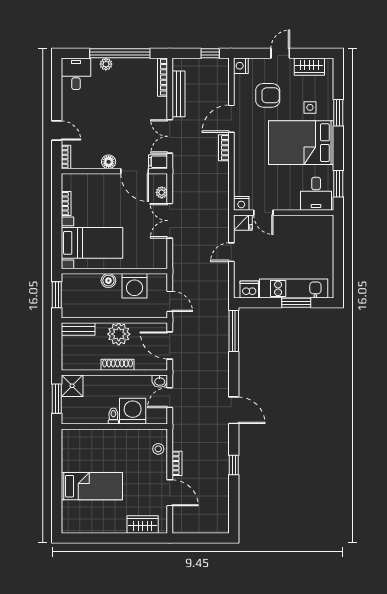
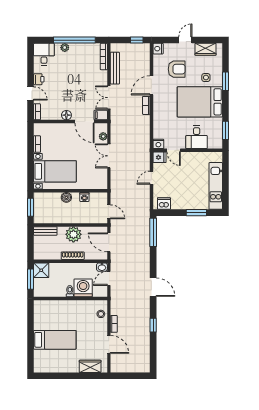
printer: (69, 110) -> (39, 79), added
desk: (316, 194) -> (197, 137), moved
washing machine: (134, 286) -> (84, 197), width x0.53, depth x0.53
kitchen unit: (294, 288) -> (216, 186), moved, turned -90

